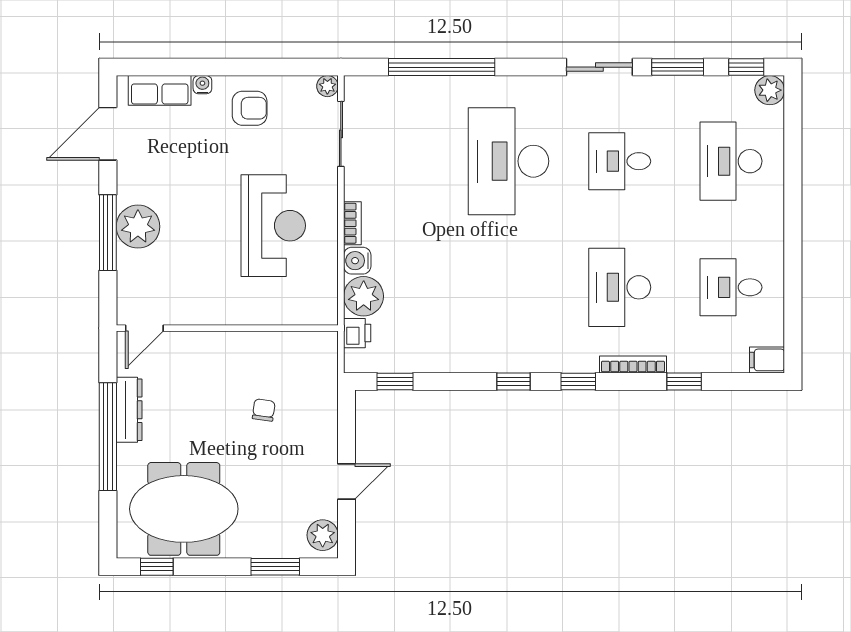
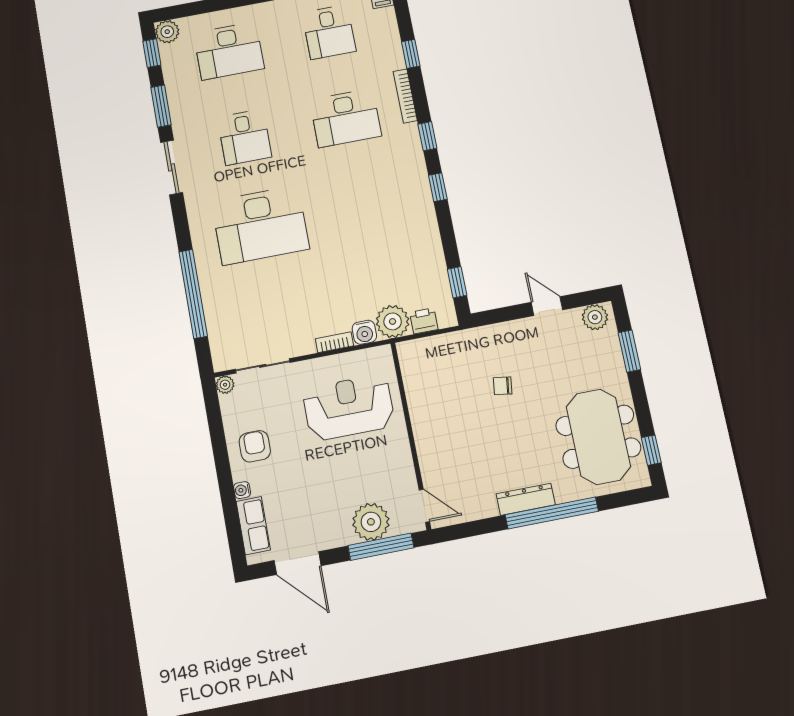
door: (144, 328) -> (424, 506), moved
wall: (227, 328) -> (411, 435), moved

